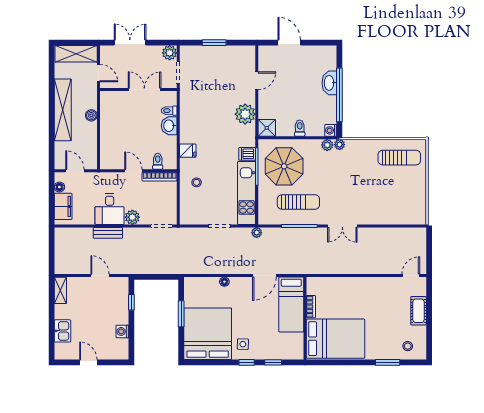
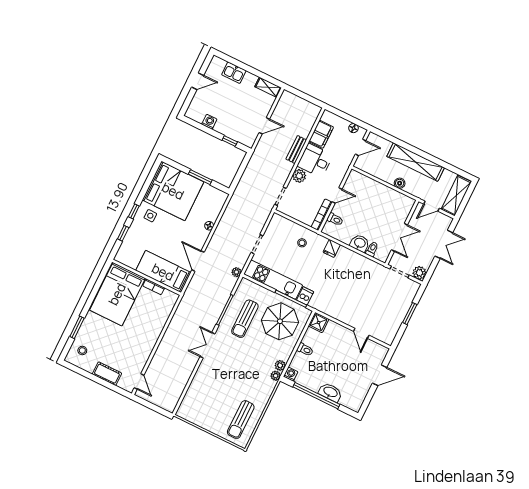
plant: (245, 114) -> (339, 310), removed
filing cabinet: (63, 206) -> (321, 134), moved, turned -90

